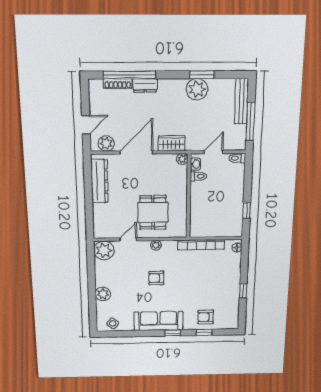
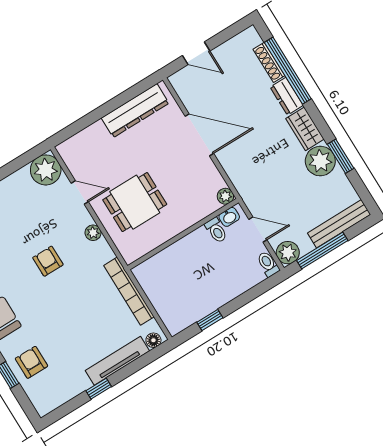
plant: (106, 143) -> (288, 253), moved
wardrobe: (172, 143) -> (305, 129), moved, turned 180
tv unit: (235, 273) -> (117, 361), added

